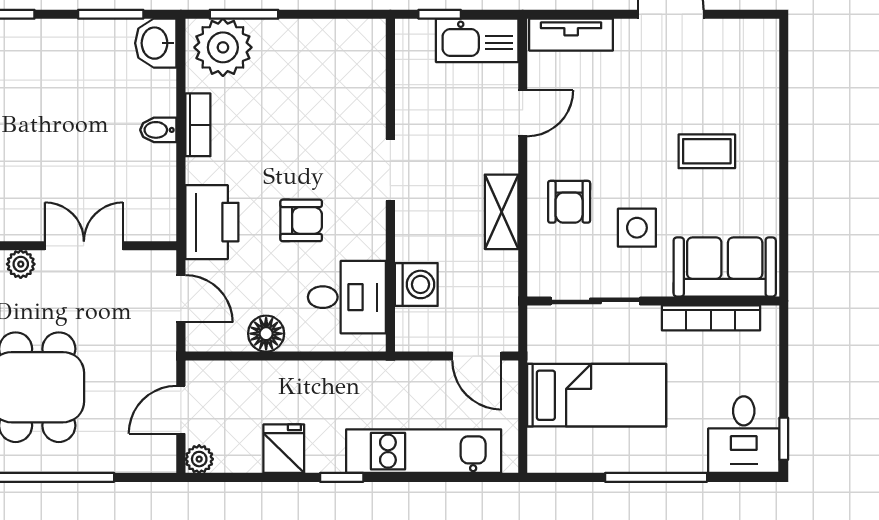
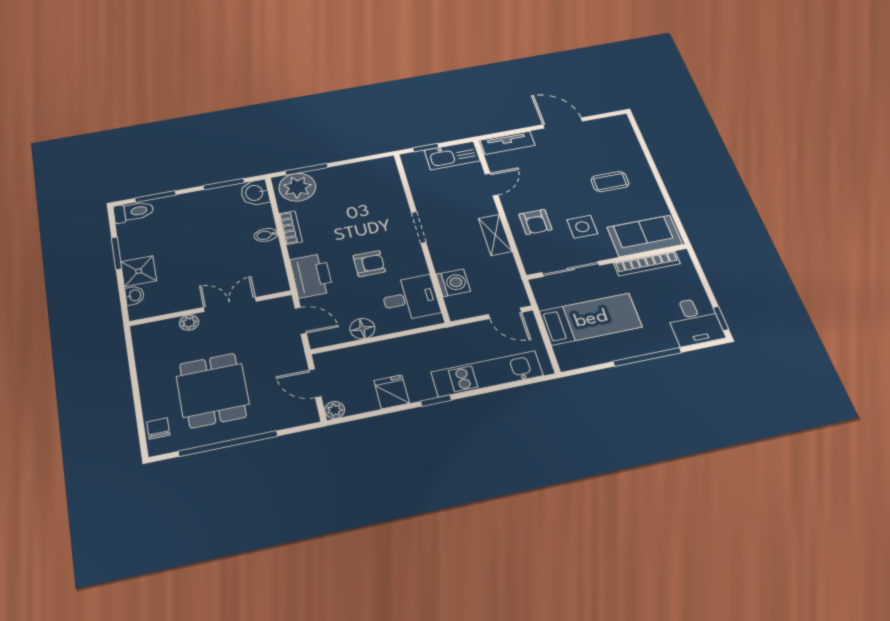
door: (181, 410) -> (315, 383), hinge flipped

